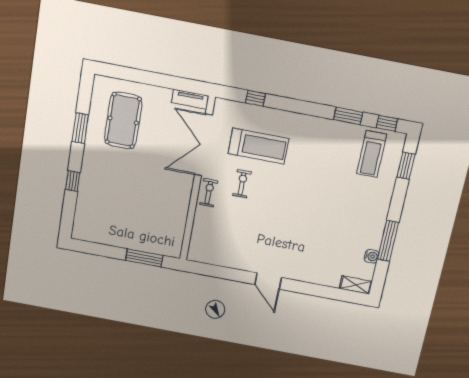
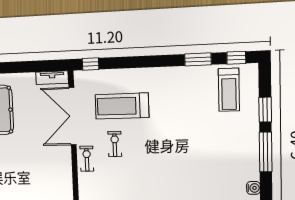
window: (255, 98) -> (91, 64), moved
treadmill: (258, 146) -> (122, 106), turned 180
window: (406, 166) -> (265, 110), moved
window: (388, 241) -> (266, 152), moved

